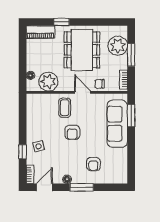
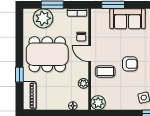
plant: (48, 82) -> (83, 83), width x0.53, depth x0.53
door: (83, 92) -> (90, 54), hinge flipped
plant: (33, 101) -> (98, 103), added
sofa: (117, 124) -> (127, 19), width x0.73

